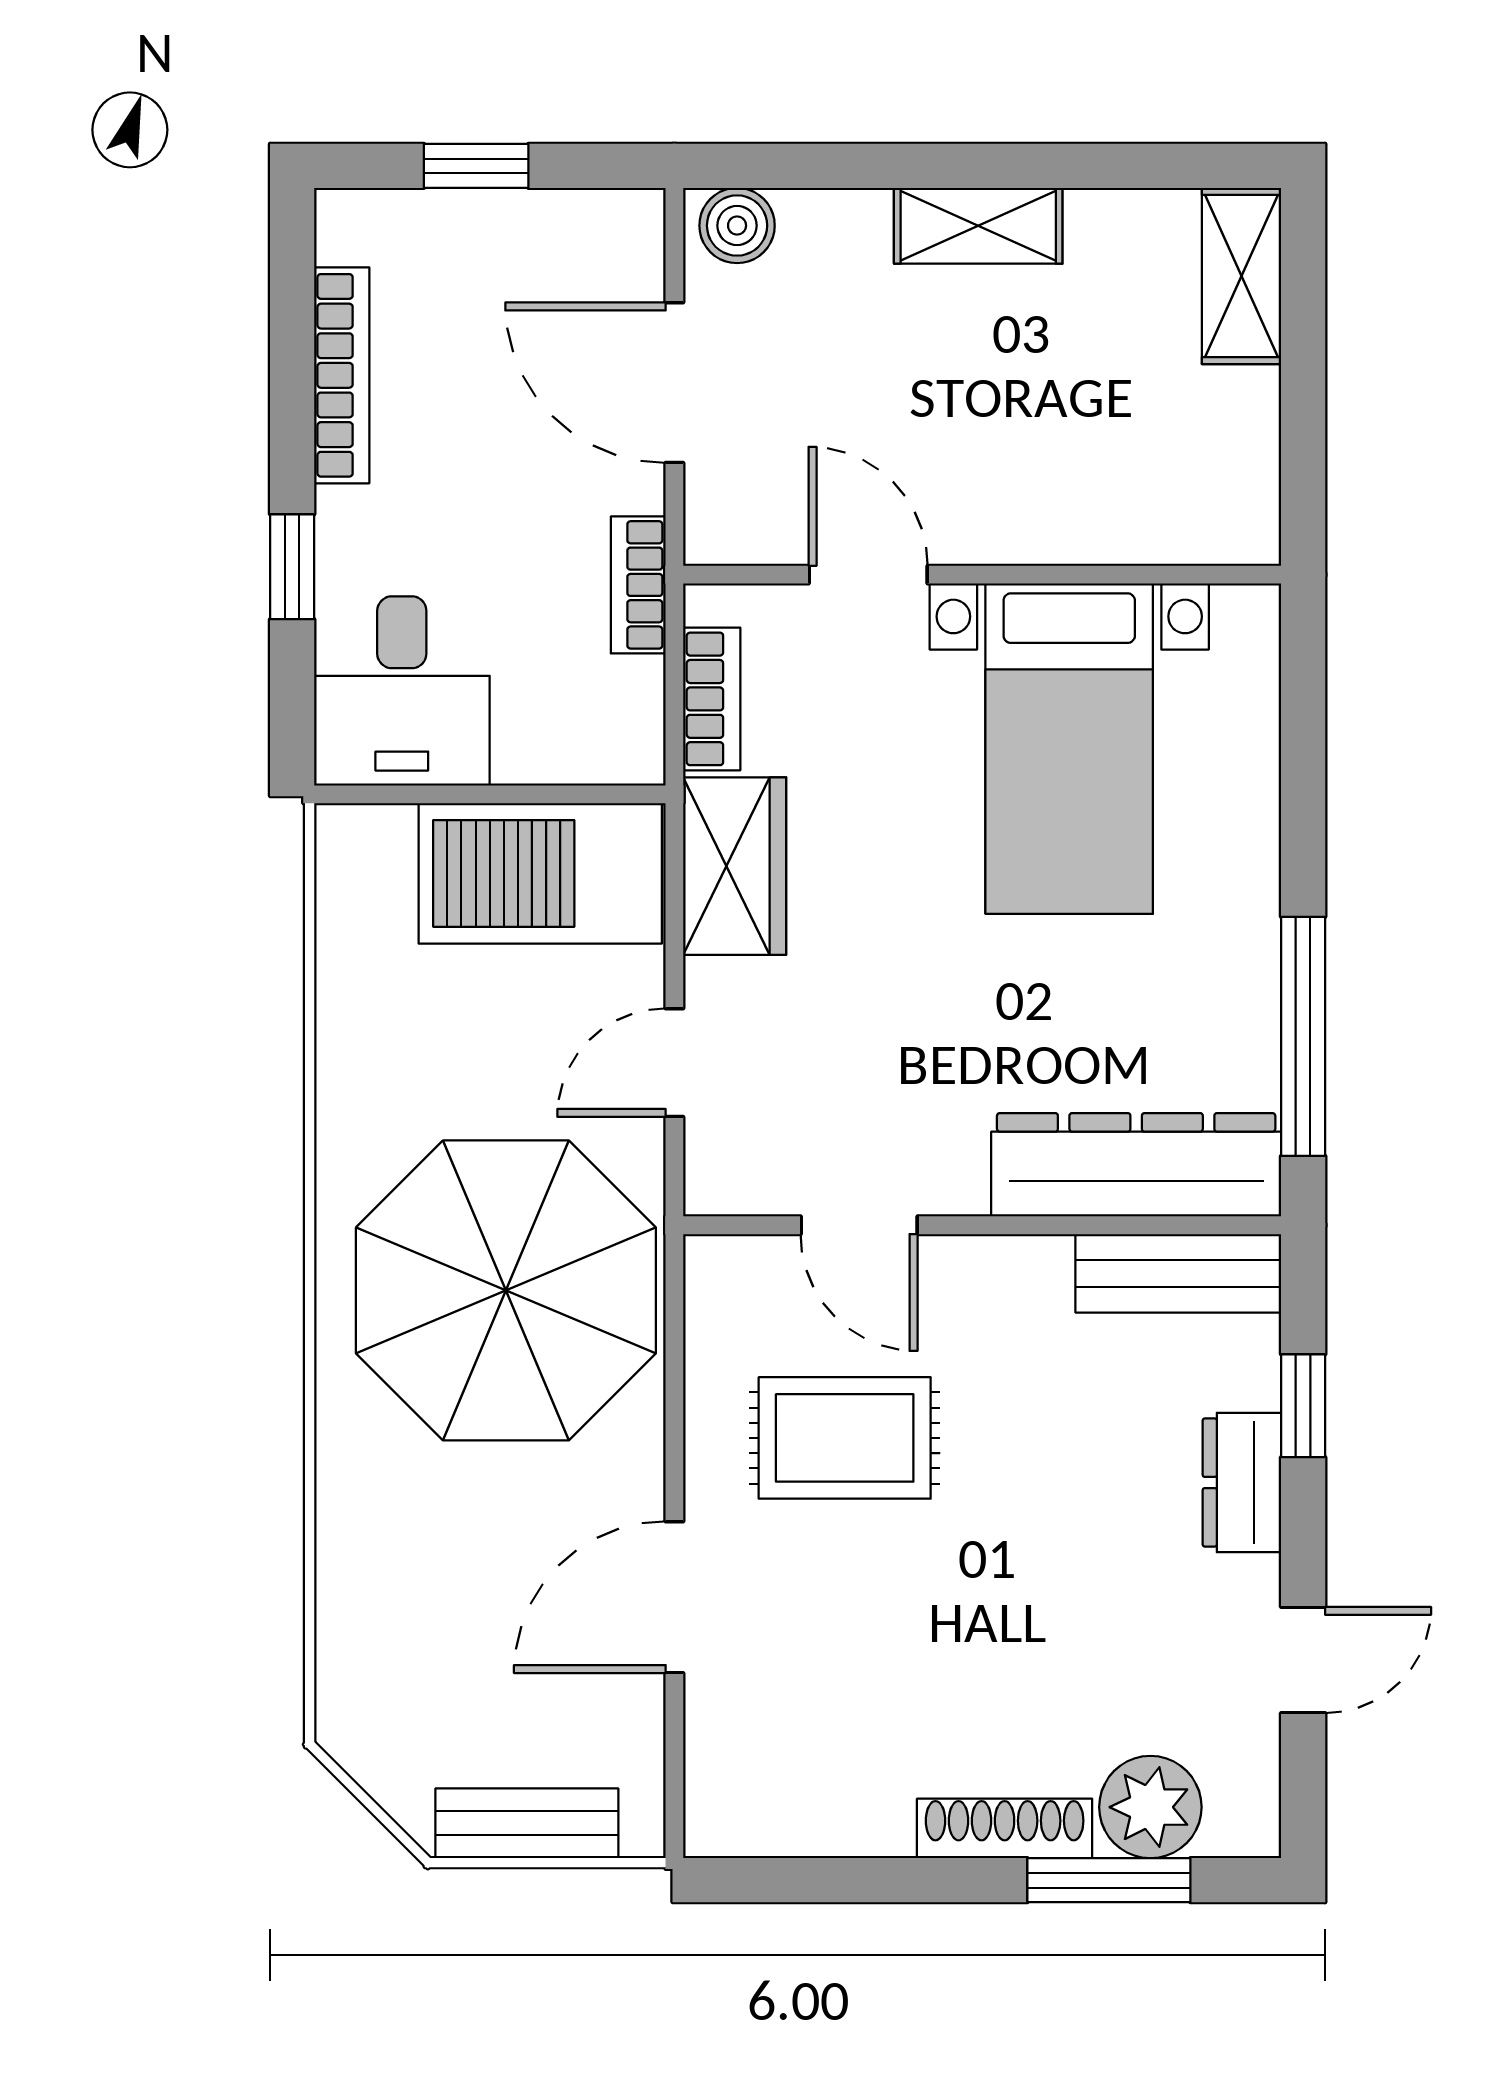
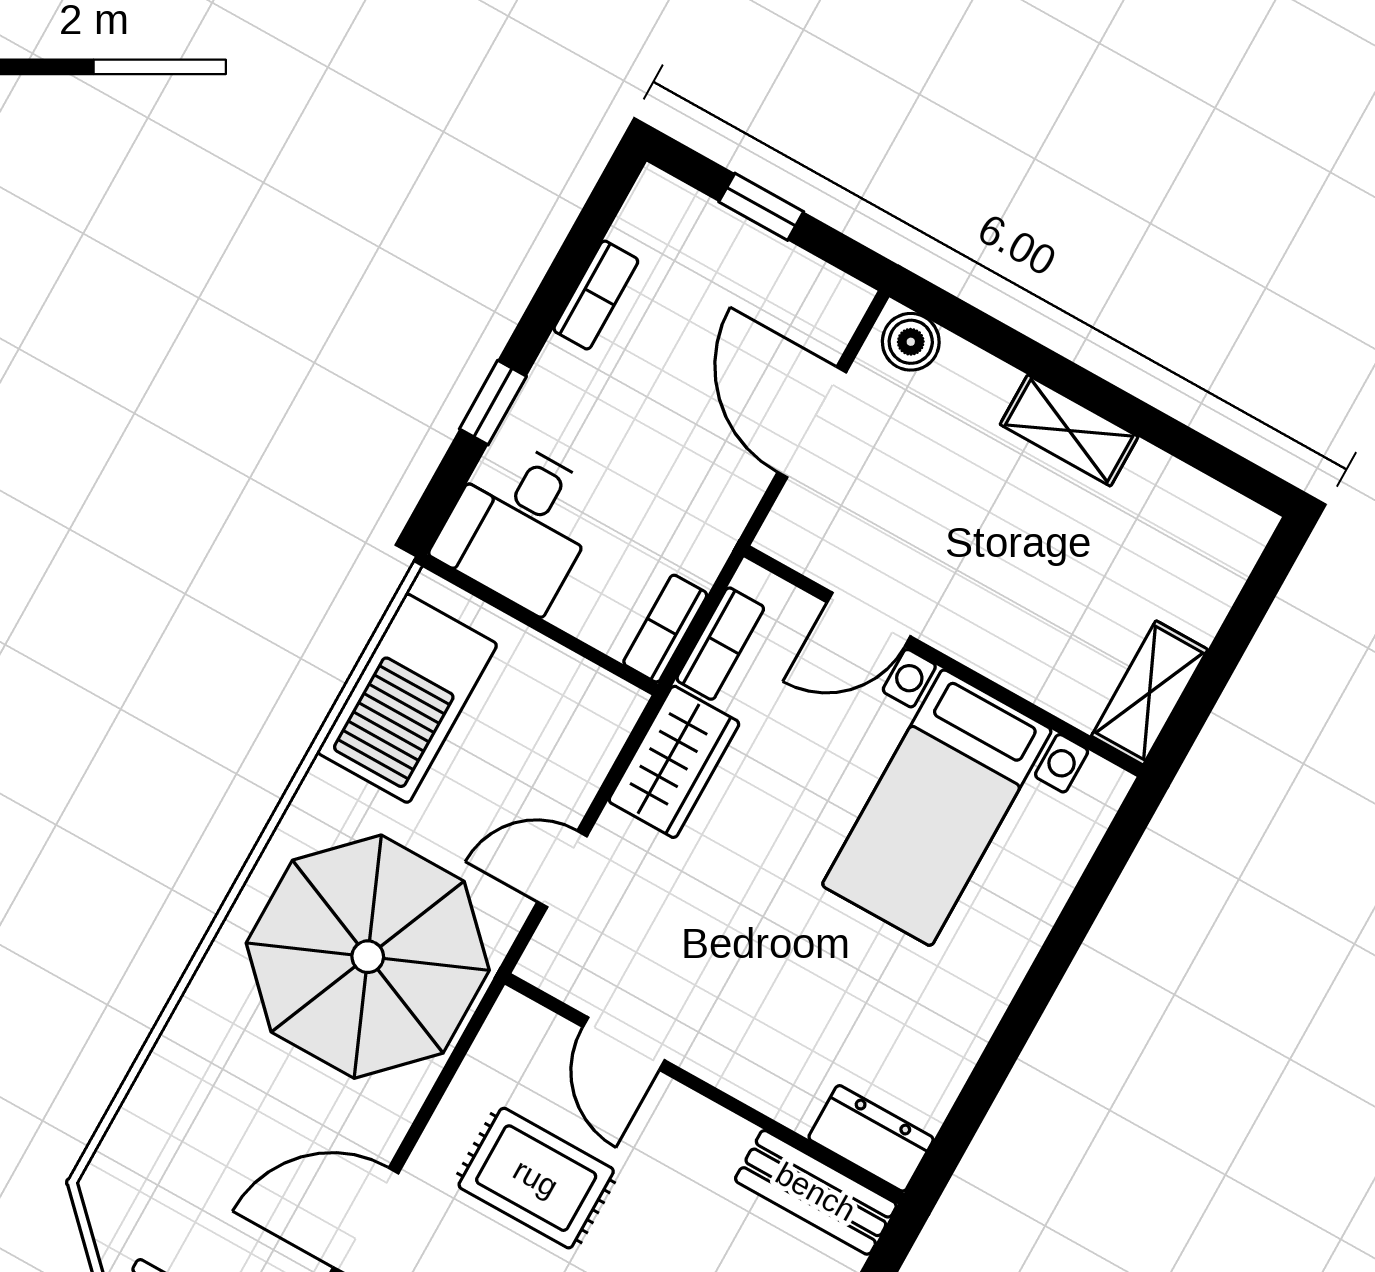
shelving: (1241, 276) -> (1150, 693), moved
bookcase: (342, 375) -> (596, 295), width x0.64
door: (868, 575) -> (869, 619), swing flipped
bookcase: (638, 585) -> (665, 629), moved
barbecue: (540, 873) -> (407, 698), moved, turned -90
window: (1303, 1036) -> (985, 1083), removed
dresser: (1136, 1165) -> (871, 1138), width x0.51, depth x0.80

